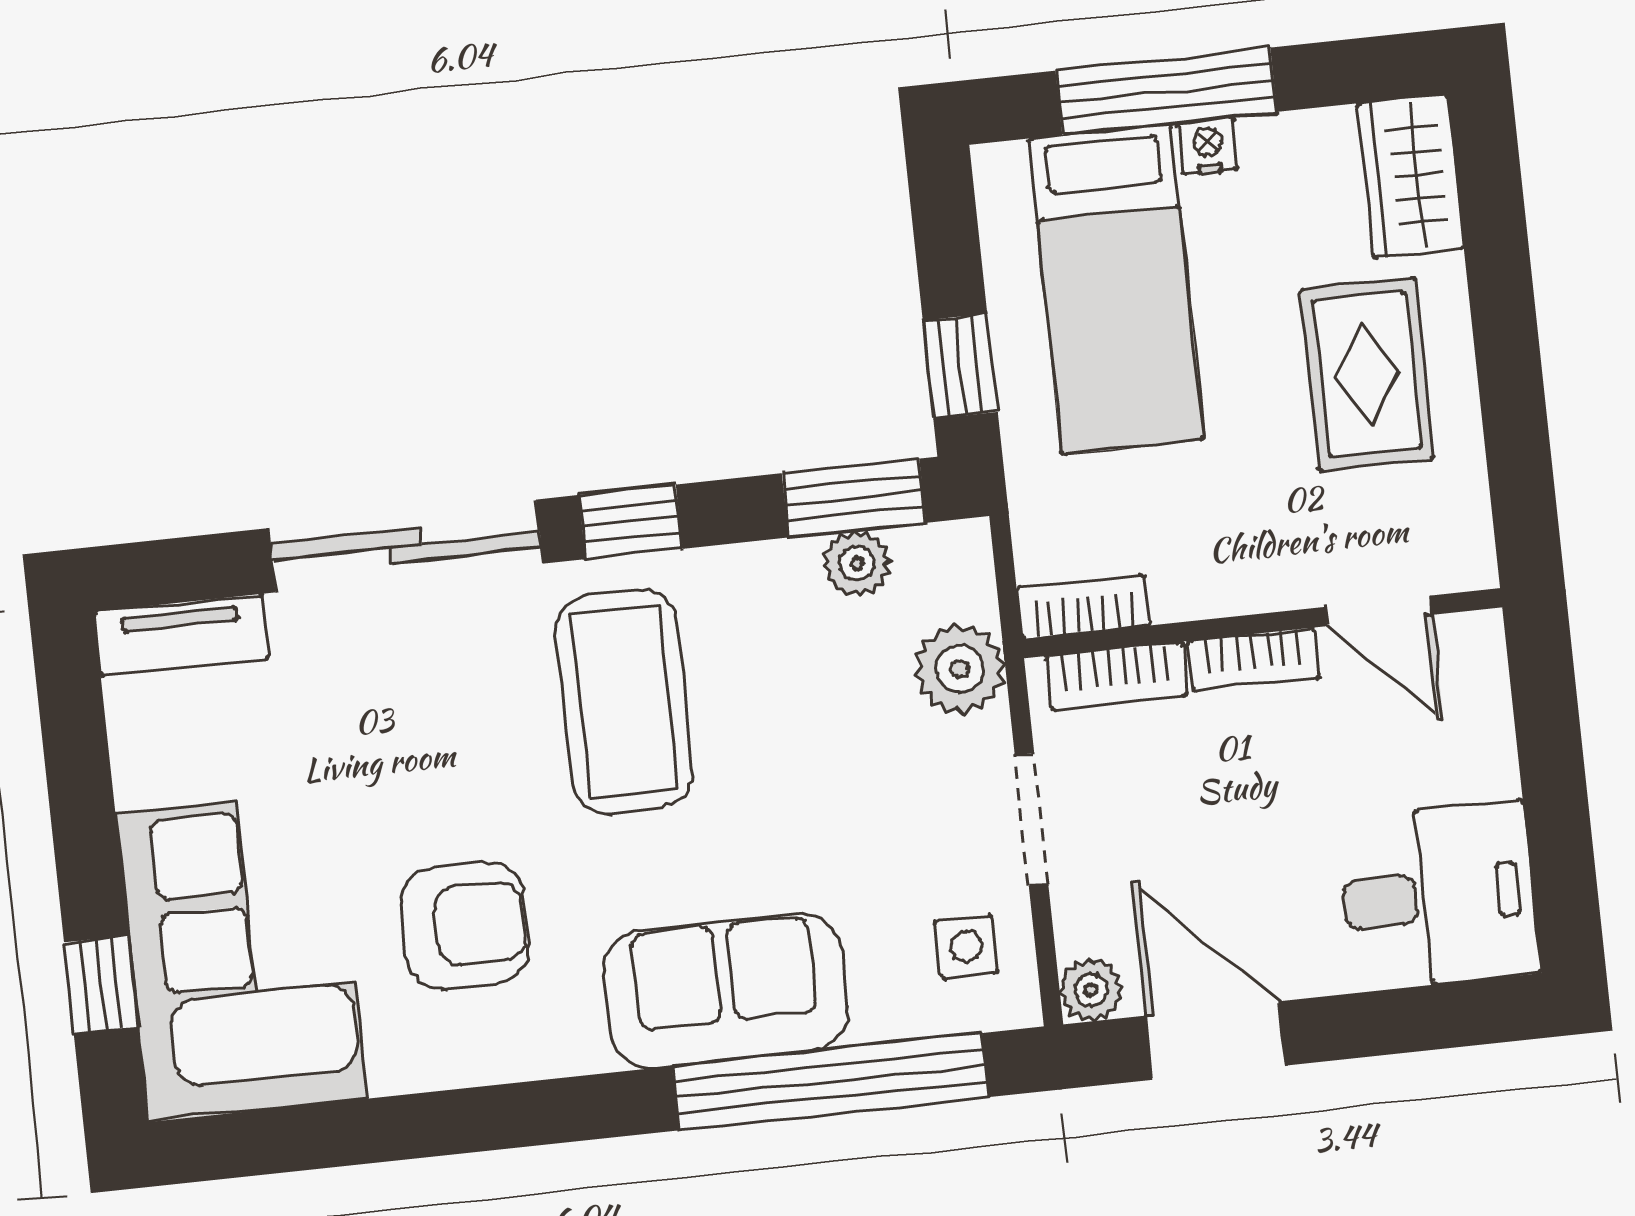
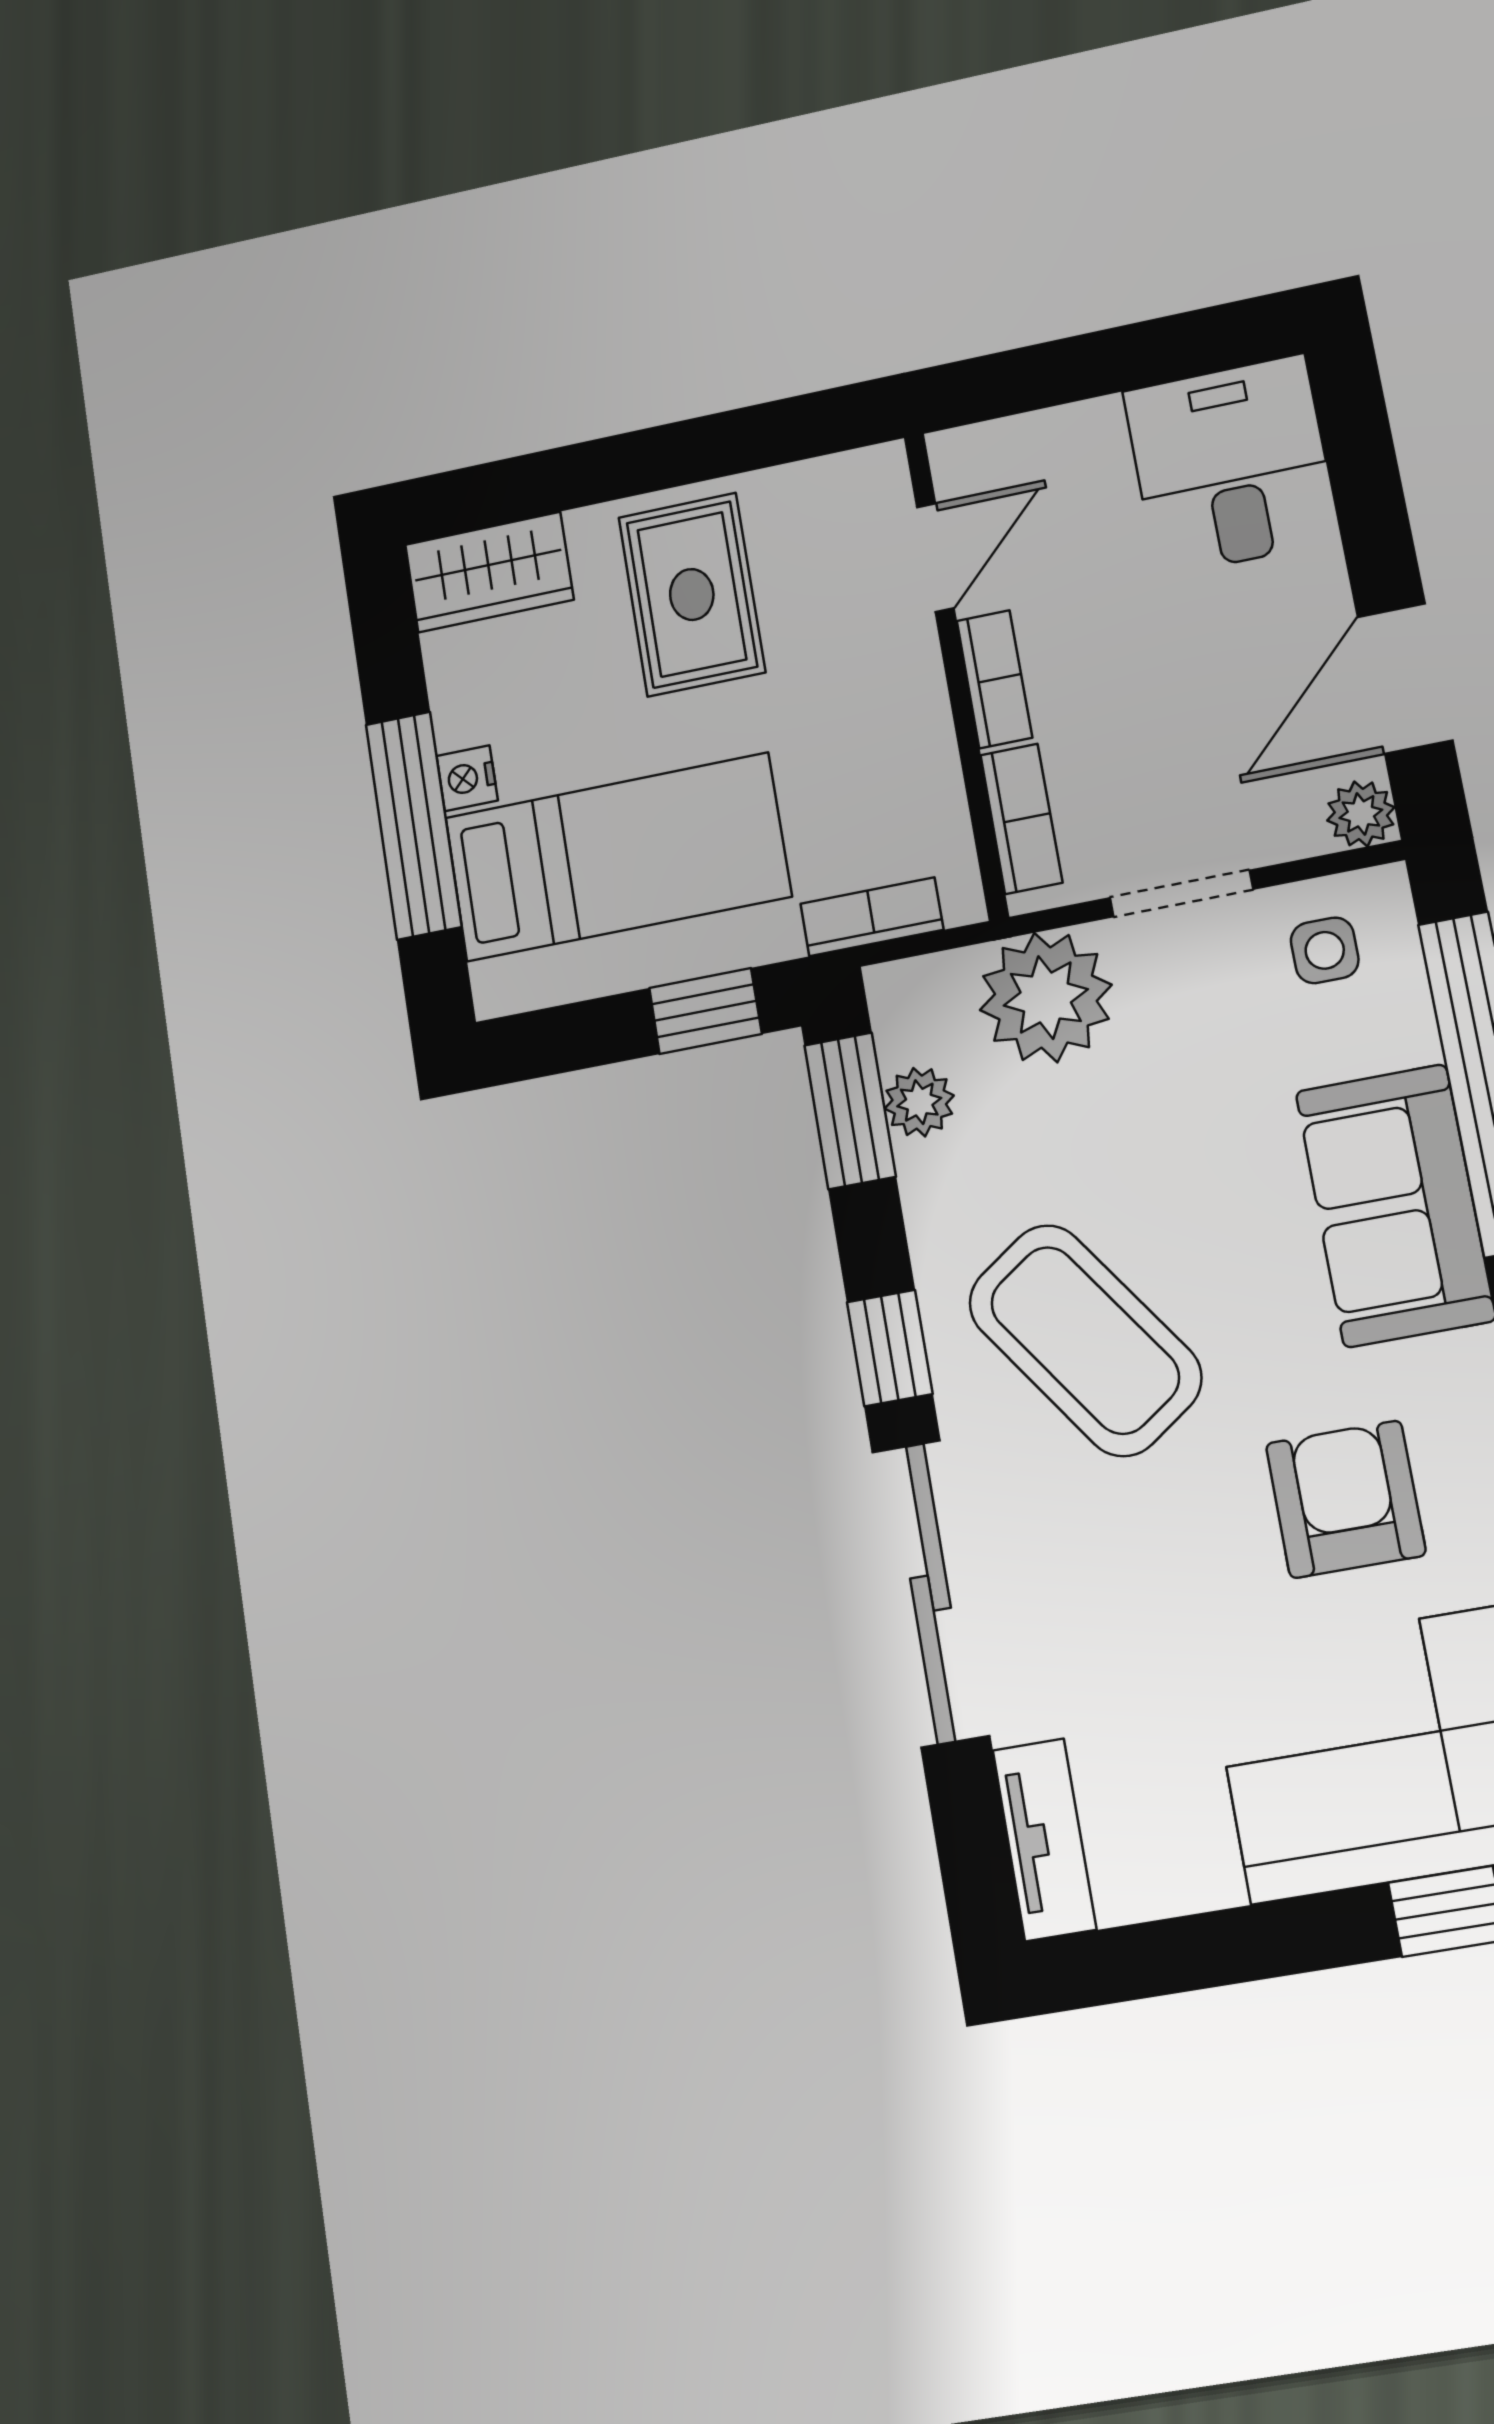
rug: (1367, 374) -> (692, 595), turned 90
bookcase: (1083, 607) -> (872, 917), moved, turned 90
plant: (960, 669) -> (1046, 997), width x1.36, depth x1.36
coffee table: (625, 702) -> (1085, 1340), turned 55

